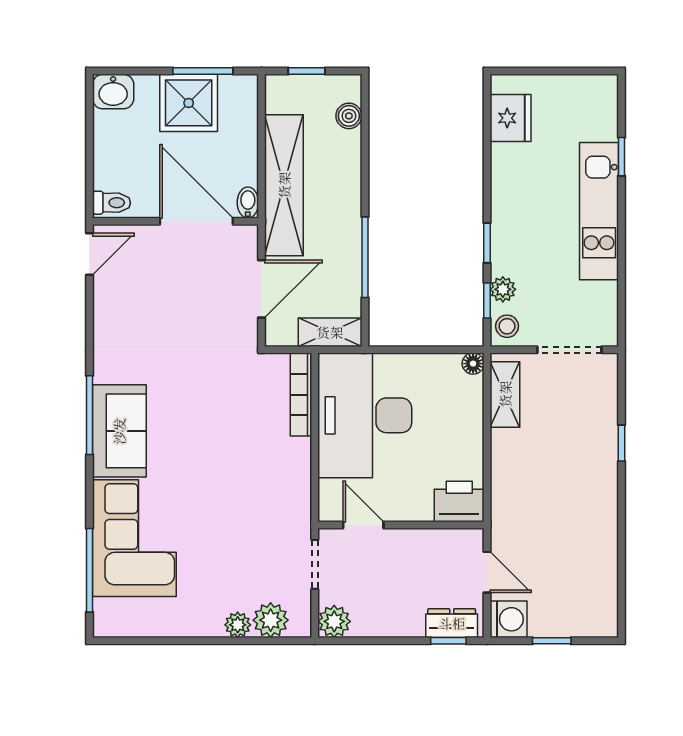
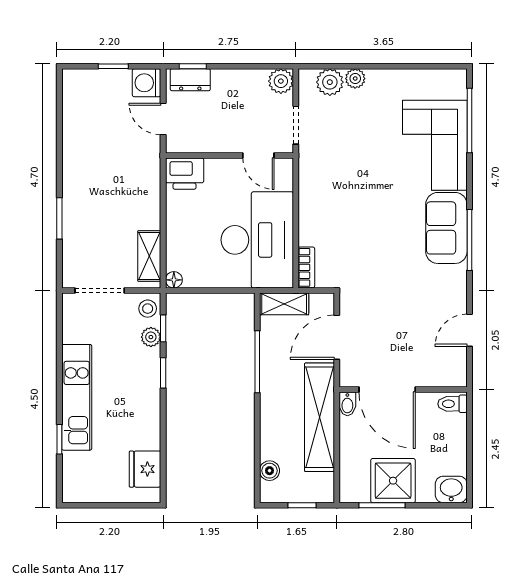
door: (89, 254) -> (469, 330), moved
bookcase: (301, 395) -> (306, 267), width x0.64
window: (622, 443) -> (59, 218), width x1.50

